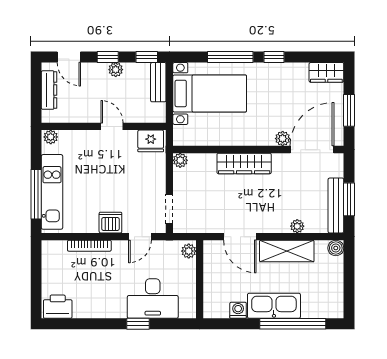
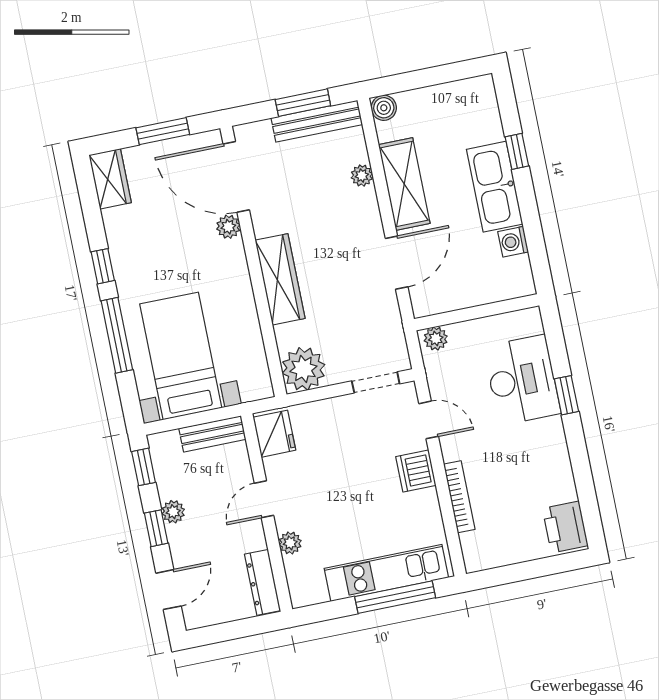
bench: (158, 82) -> (212, 434), moved
dresser: (49, 90) -> (263, 582), moved, turned -90
plant: (51, 137) -> (290, 543), moved
plant: (180, 160) -> (303, 369), width x1.88, depth x1.88
window: (293, 324) -> (517, 151), width x0.32

